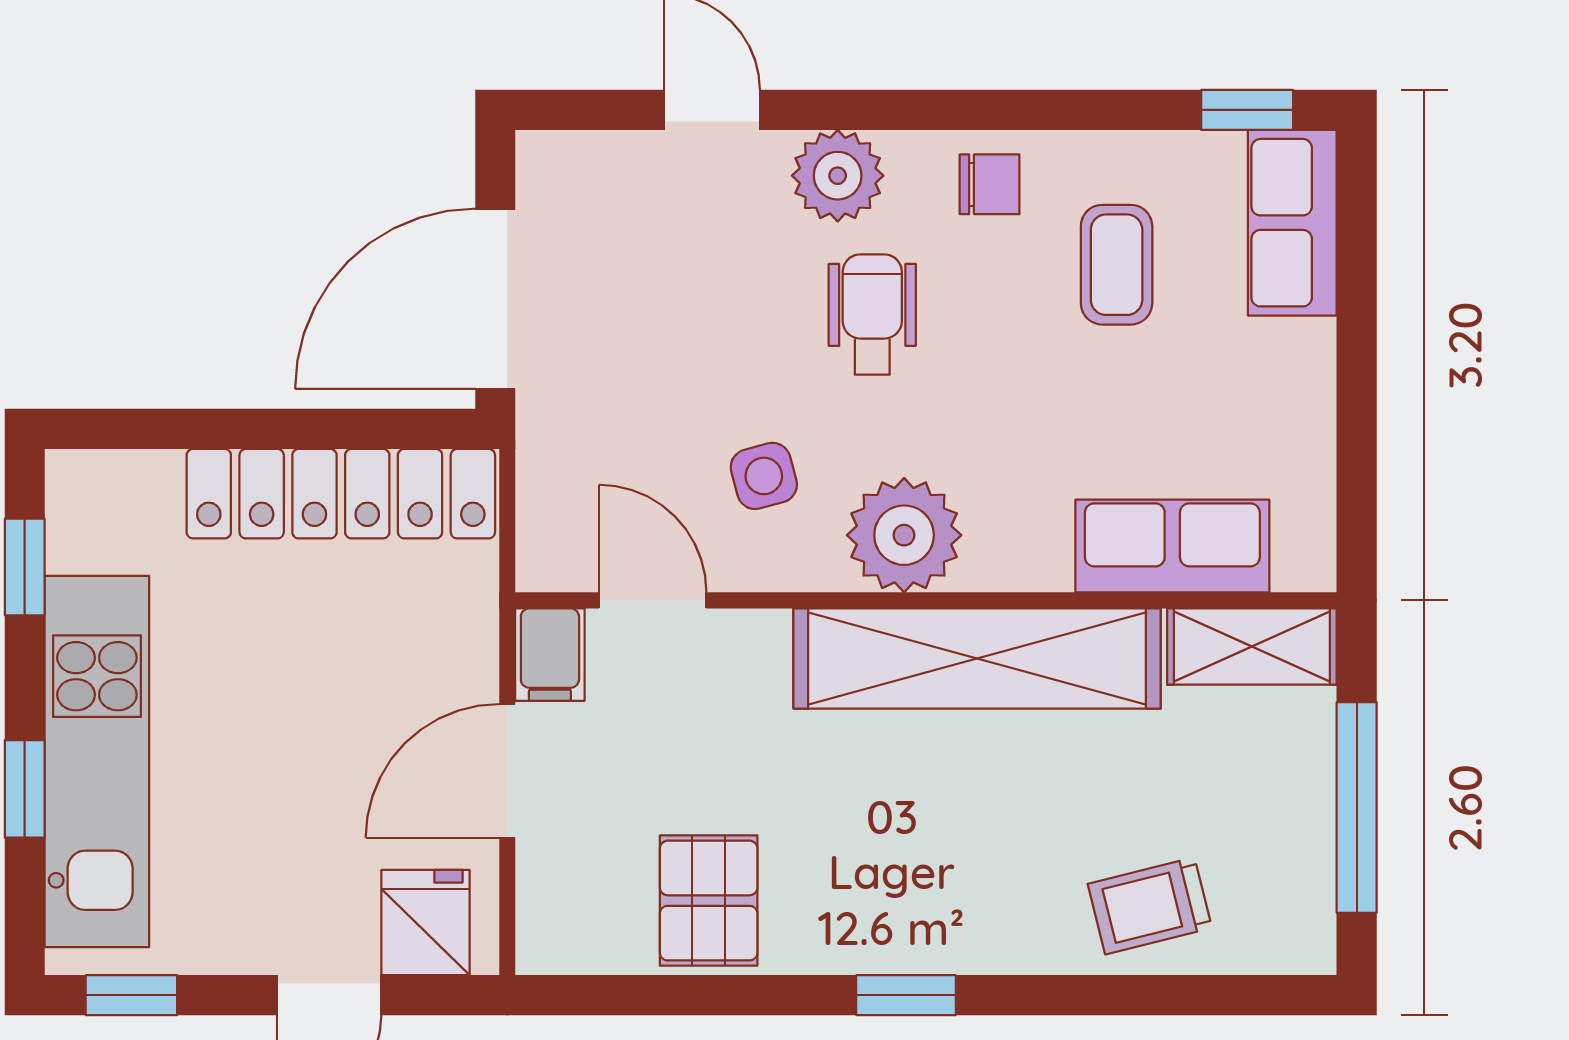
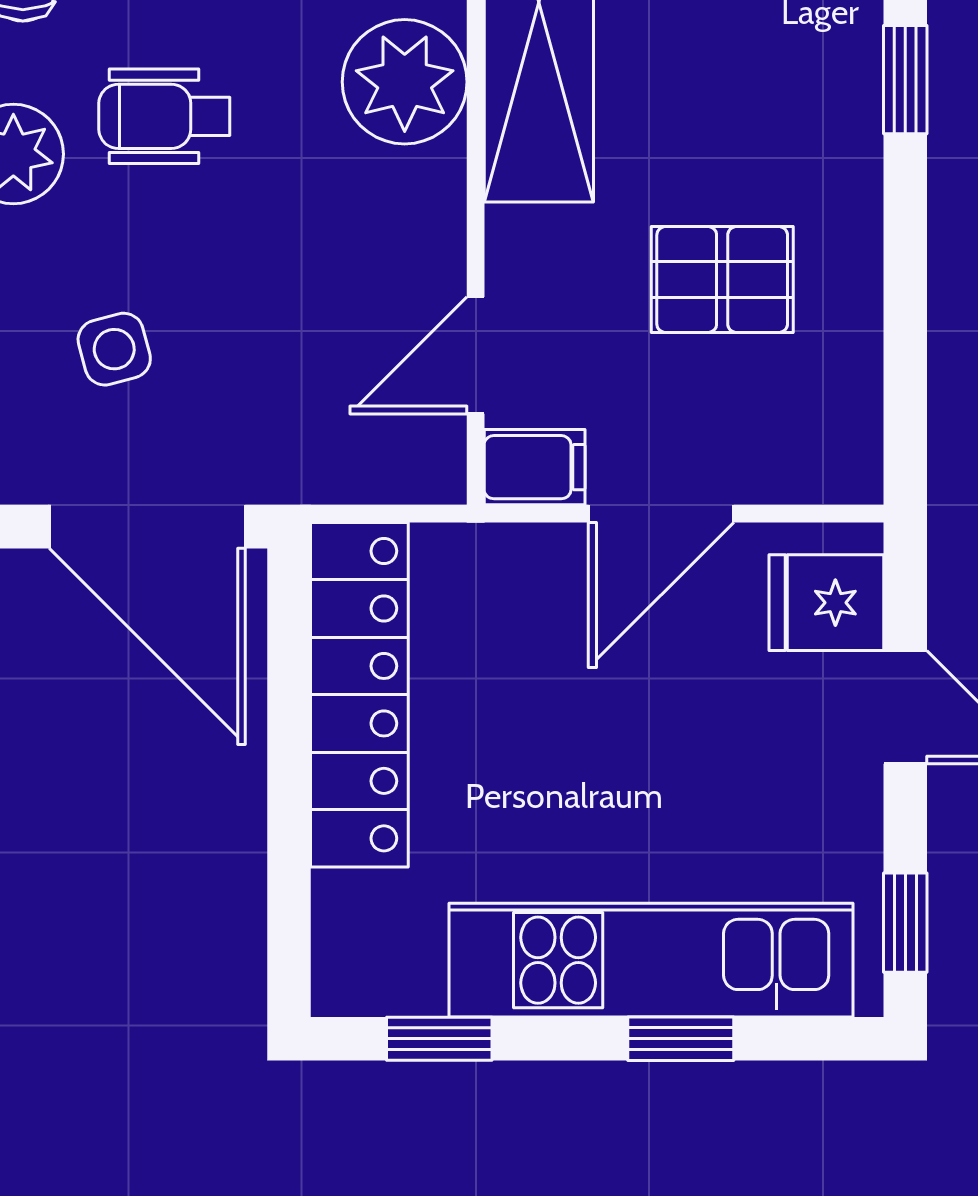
side table: (764, 476) -> (114, 349), moved
door: (507, 771) -> (661, 514), hinge flipped
pallet: (709, 901) -> (722, 280), moved

